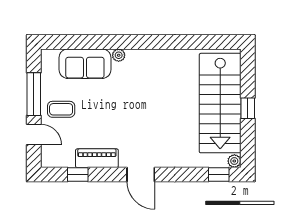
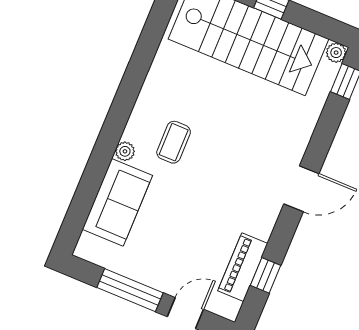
coffee table: (61, 109) -> (174, 142), moved
piano: (97, 158) -> (243, 267), moved

